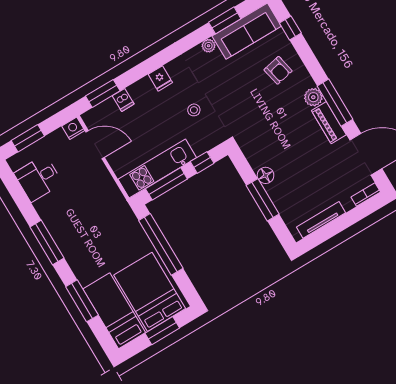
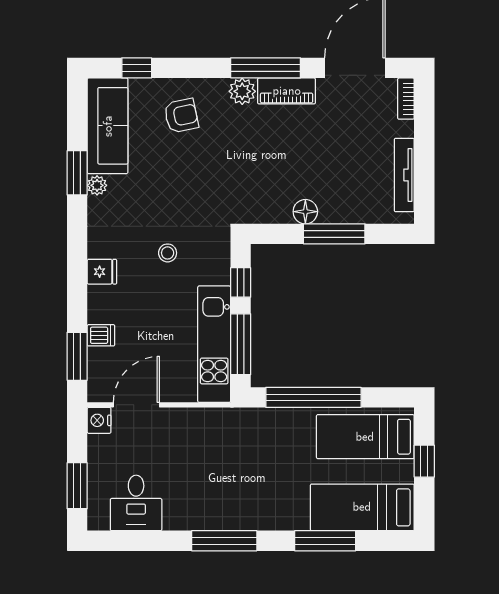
window: (225, 20) -> (77, 173), moved
bed: (150, 292) -> (365, 437), width x0.67
window: (162, 331) -> (424, 461), width x0.67

